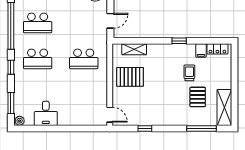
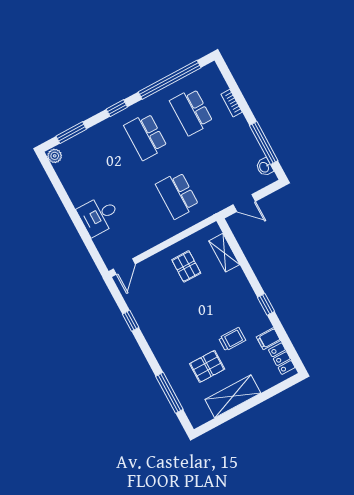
pallet: (130, 77) -> (186, 266), width x0.67, depth x0.71
shelving: (224, 108) -> (233, 396), moved
desk: (46, 113) -> (99, 215), moved

